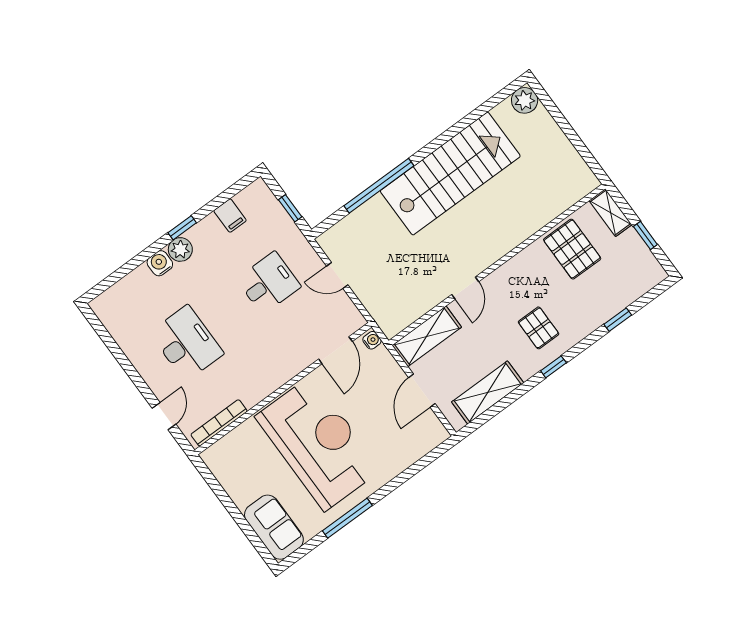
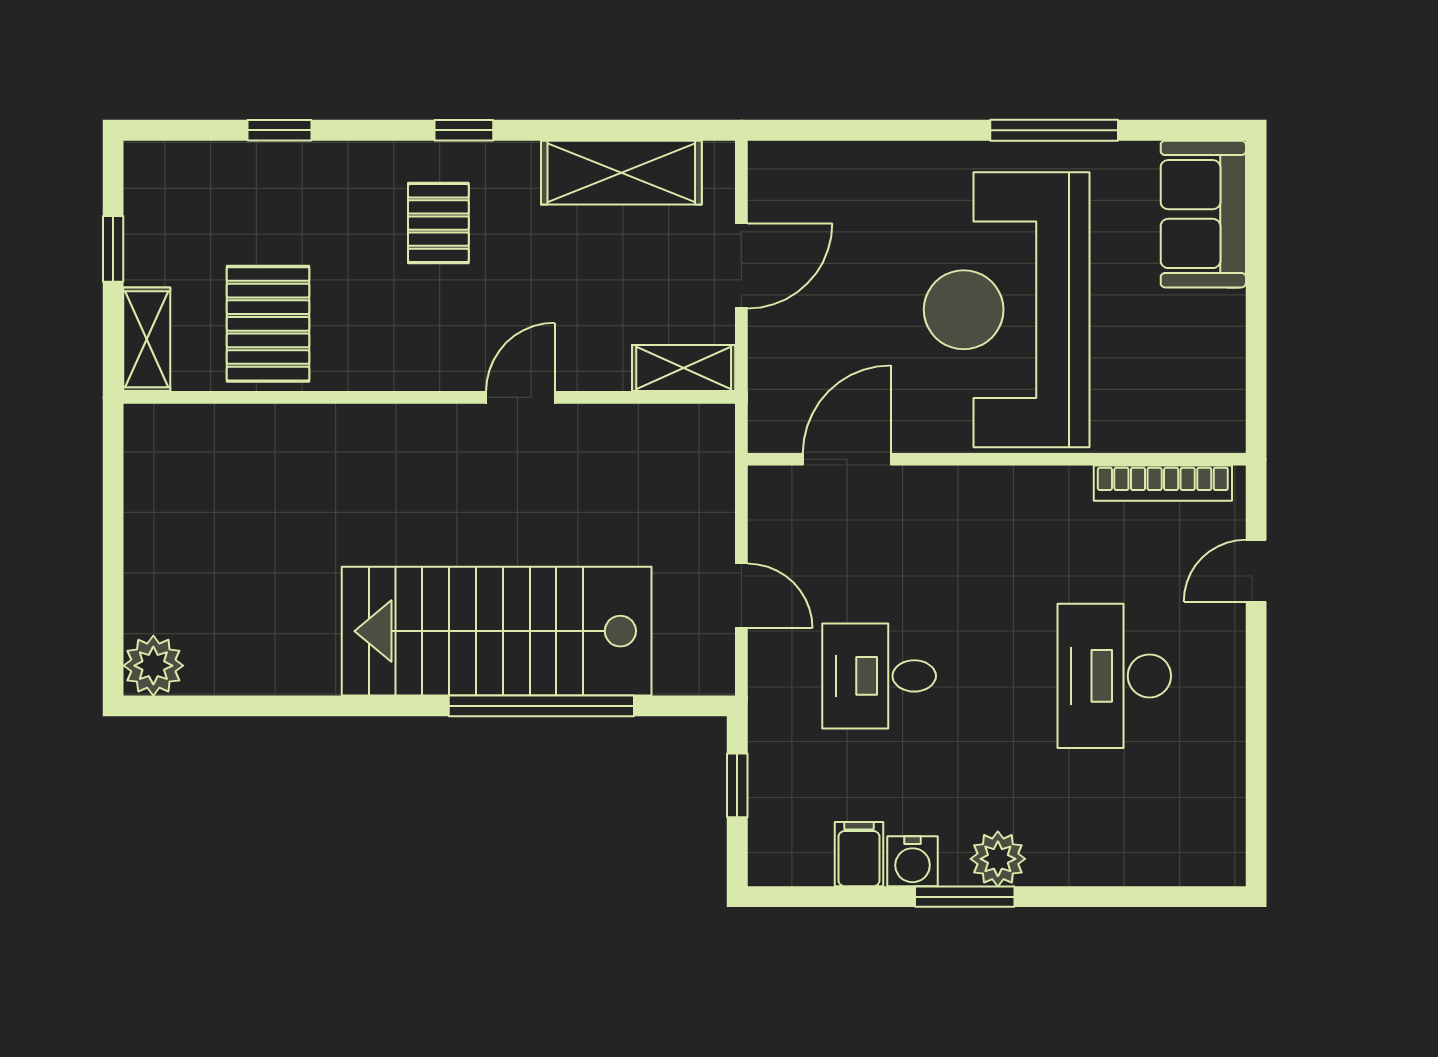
stairs: (450, 174) -> (497, 631), moved
window: (182, 228) -> (965, 897), width x1.50
water cooler: (160, 263) -> (913, 861), moved
shelving: (427, 336) -> (684, 368), width x0.67, depth x0.75
water cooler: (372, 340) -> (765, 428), removed

